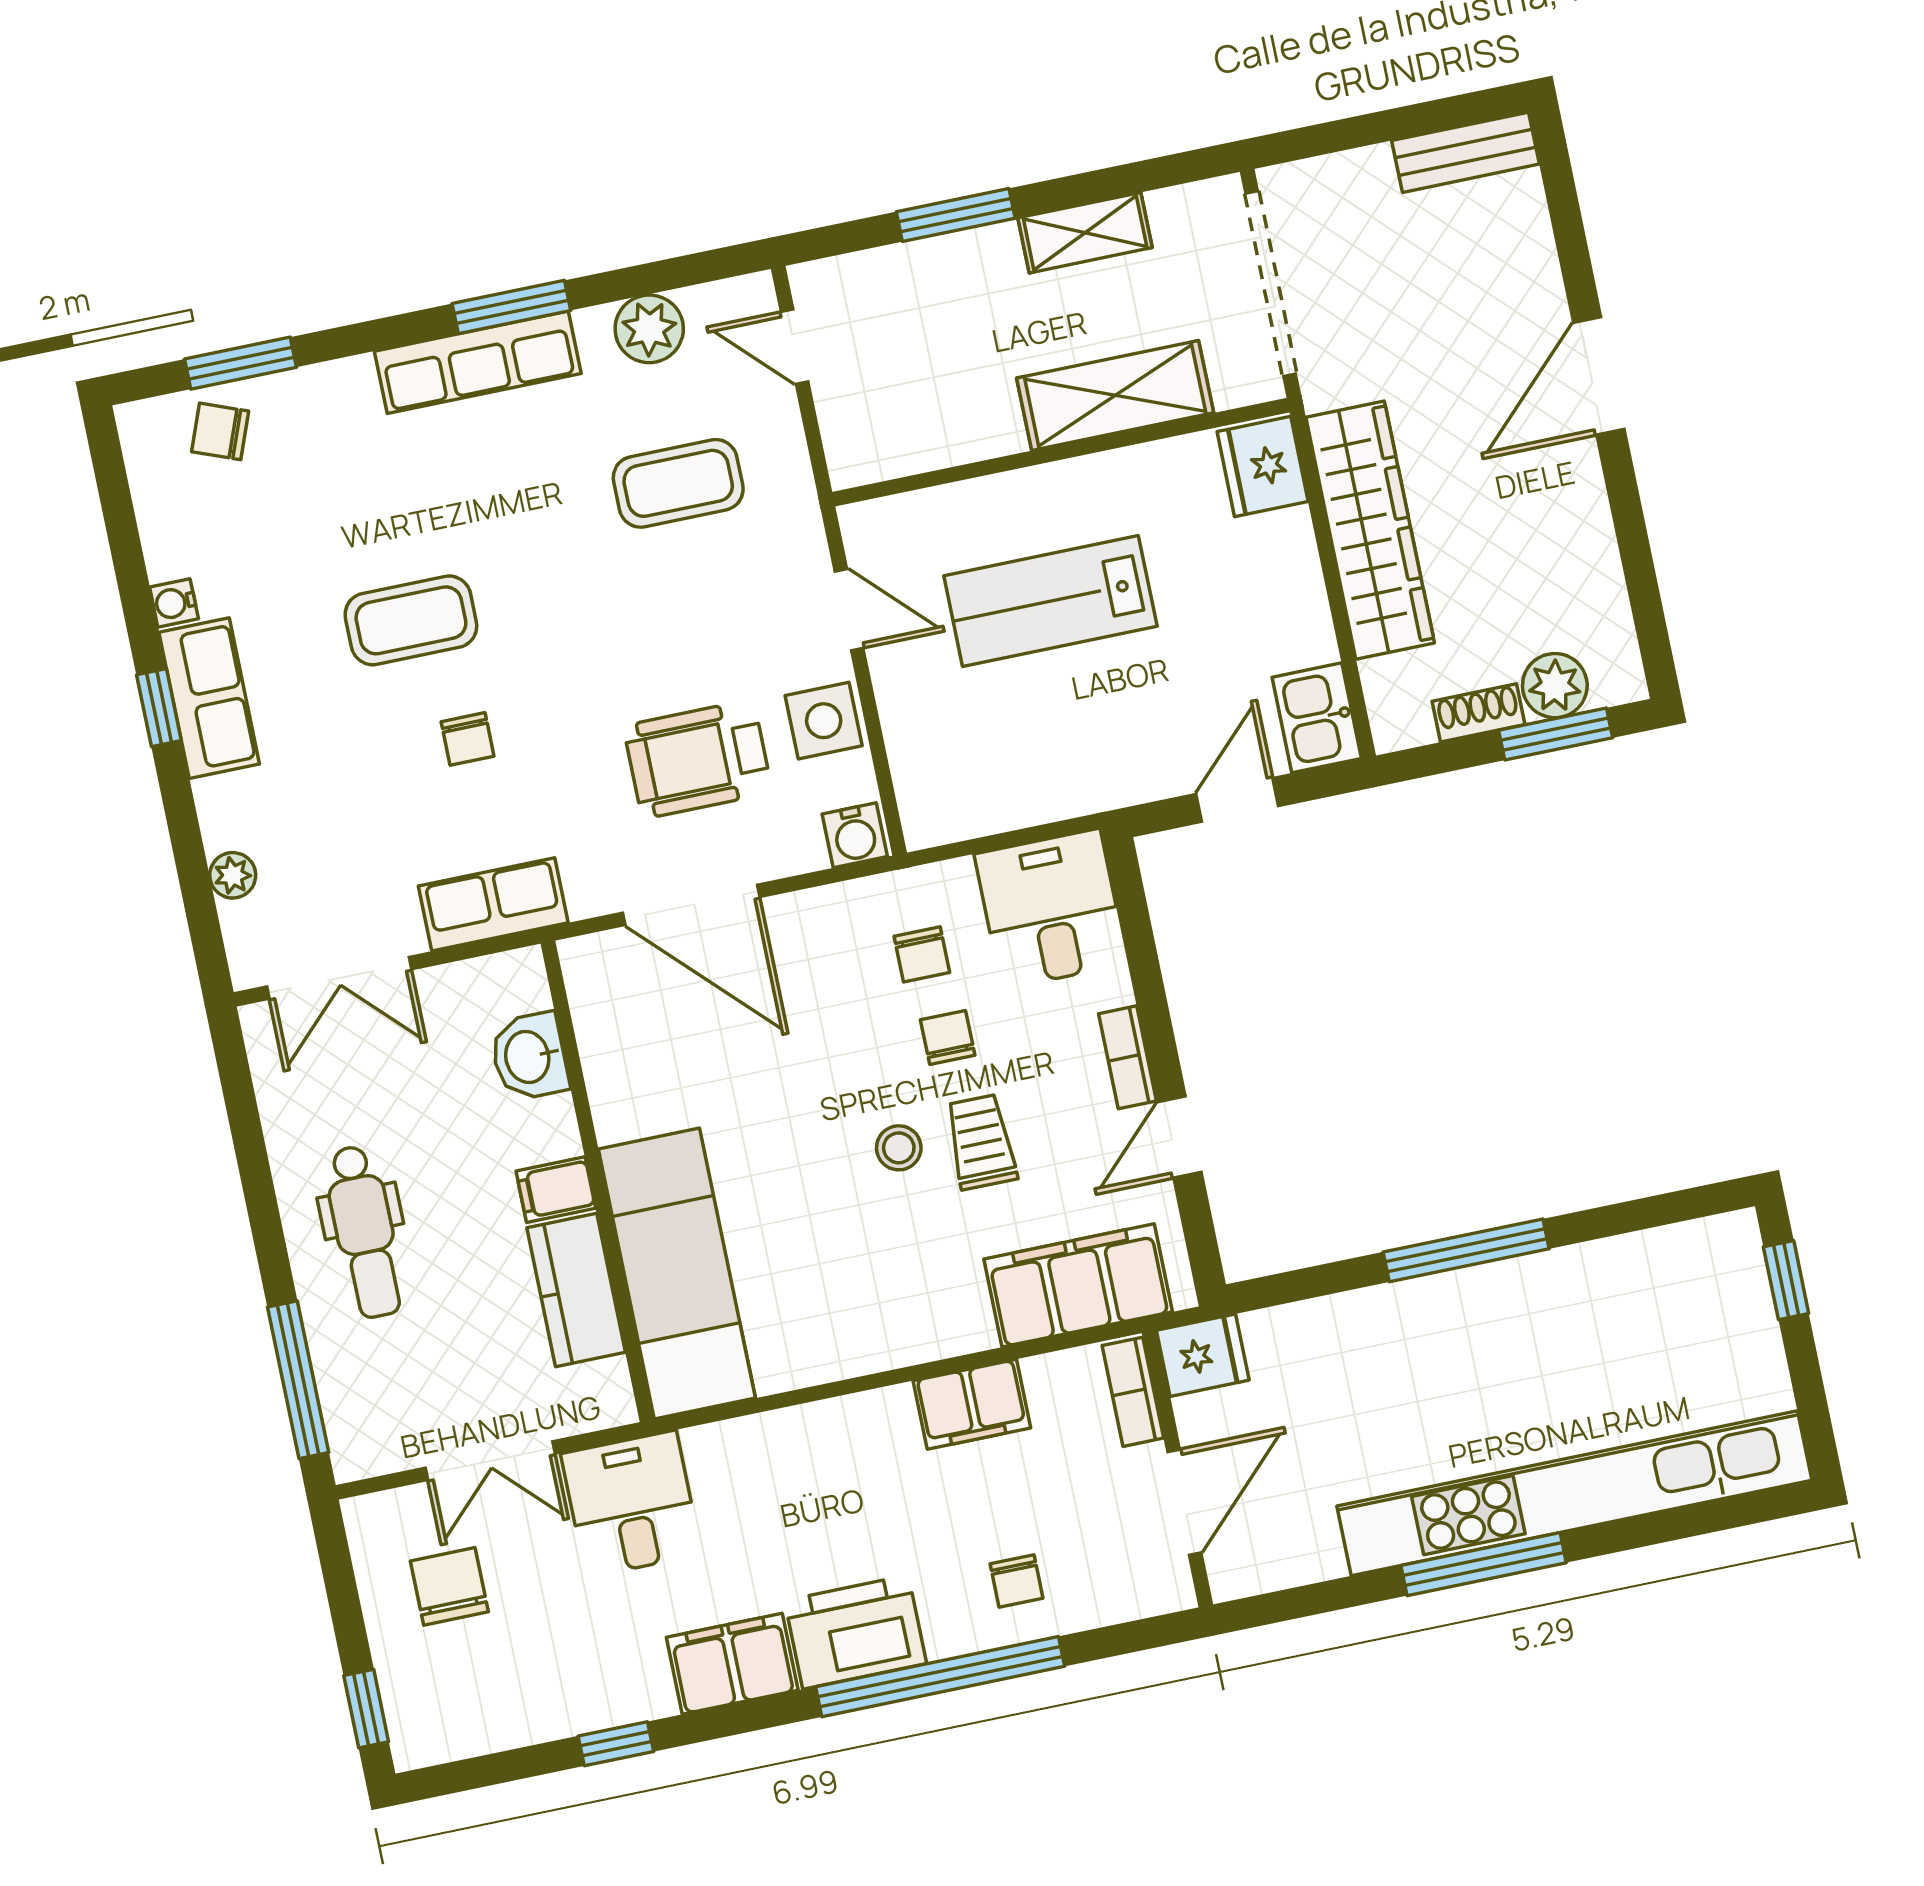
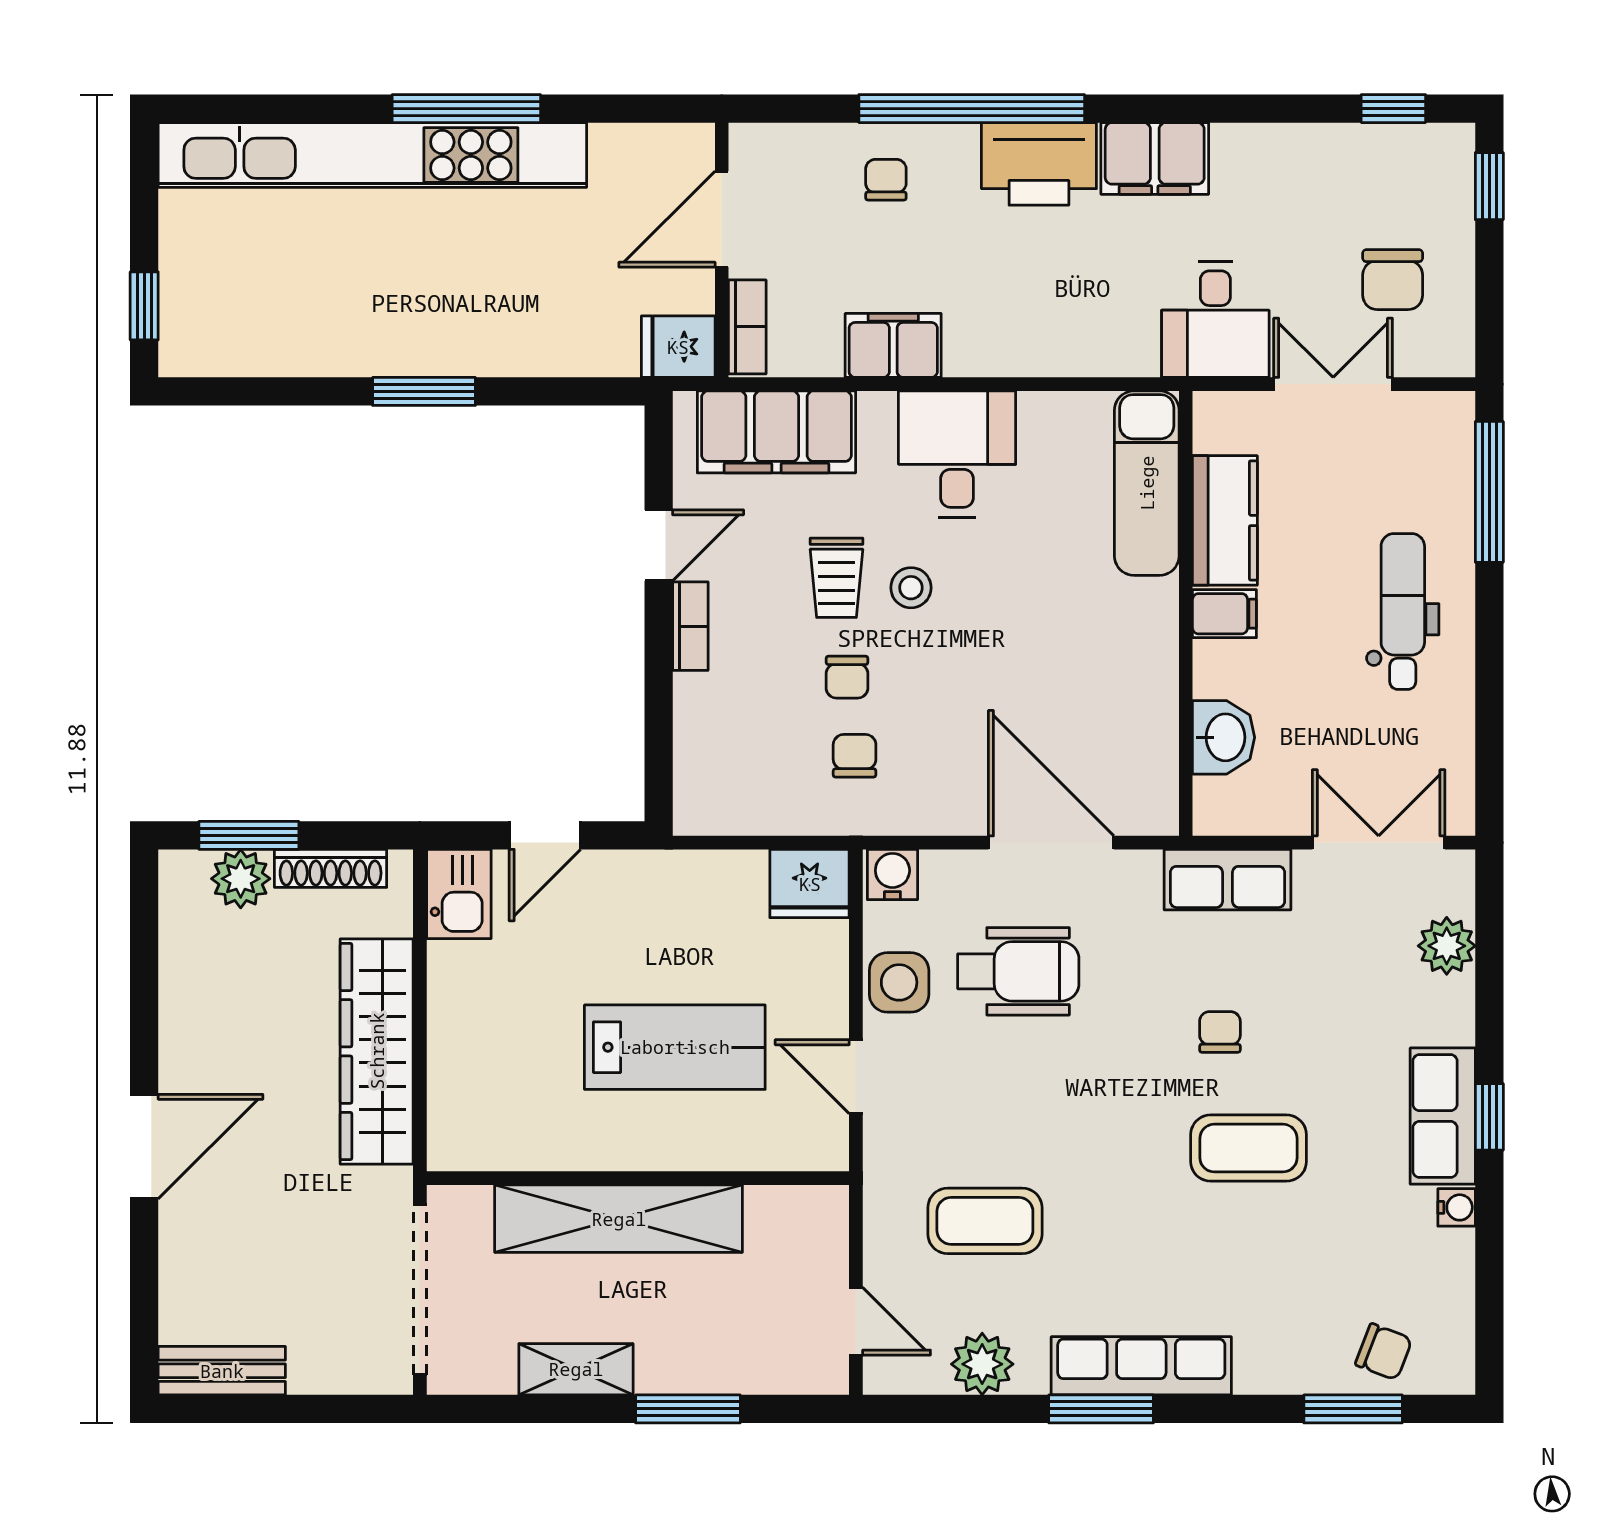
shelving: (1115, 395) -> (619, 1219), width x1.47
fridge: (1263, 467) -> (810, 884), moved, turned 90
shoe rack: (1478, 713) -> (331, 868), width x1.43
plant: (233, 875) -> (1447, 946), width x1.38, depth x1.38
desk: (1051, 909) -> (957, 454), moved, turned 180
window: (1466, 1250) -> (424, 391), width x0.69
exam couch: (677, 1274) -> (1147, 483), width x0.73, depth x0.69
window: (616, 1744) -> (1393, 109), moved

